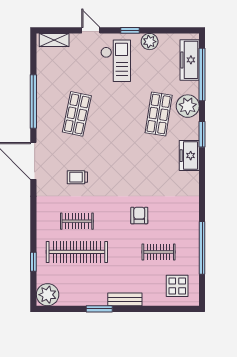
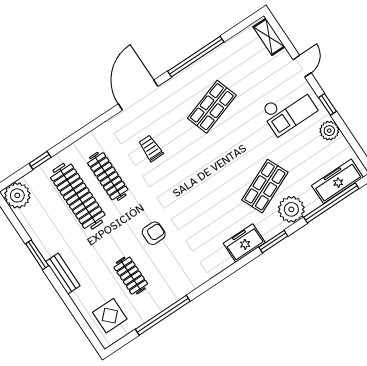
shop shelf: (77, 114) -> (212, 107), turned -30
shop shelf: (159, 114) -> (265, 186), turned -33
clothes rail: (77, 221) -> (108, 176), width x1.36

